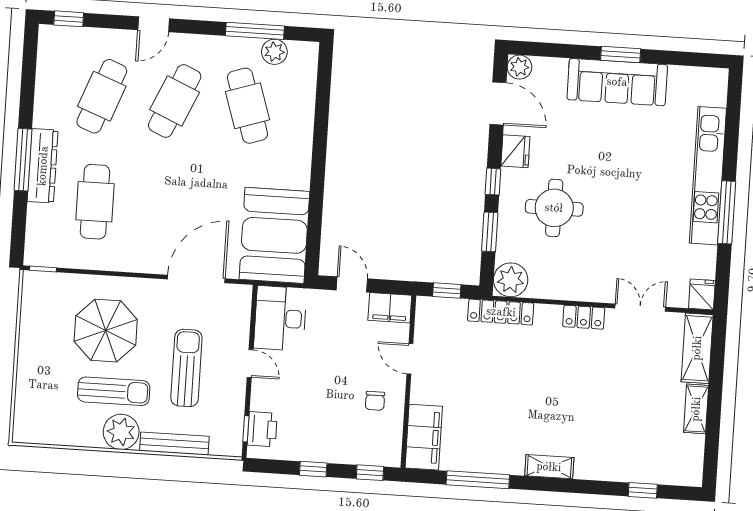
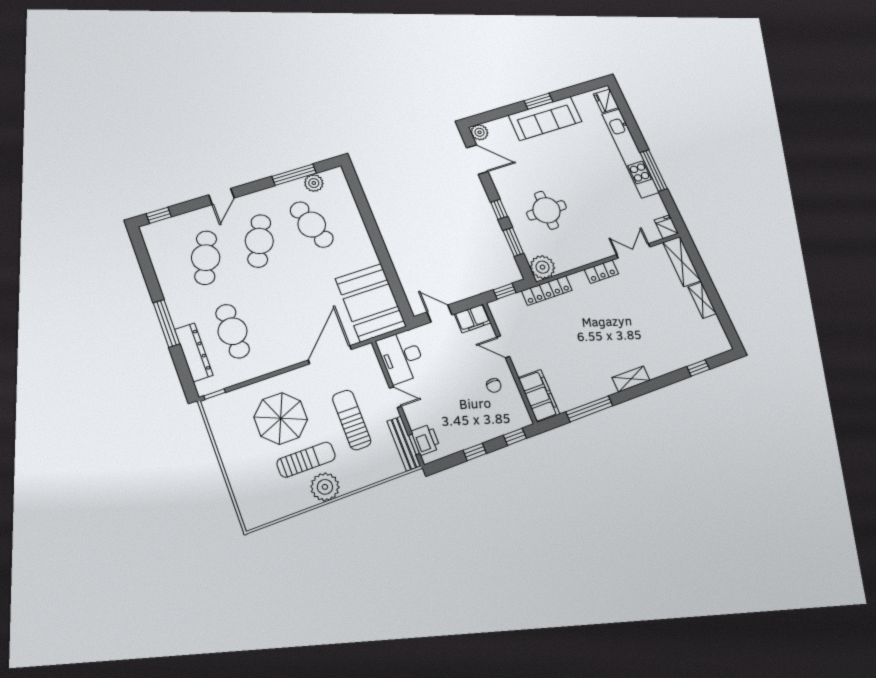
fridge: (515, 151) -> (606, 101), moved, turned 180
dresser: (43, 166) -> (194, 352), moved
bench: (174, 444) -> (404, 443), moved, turned 90

